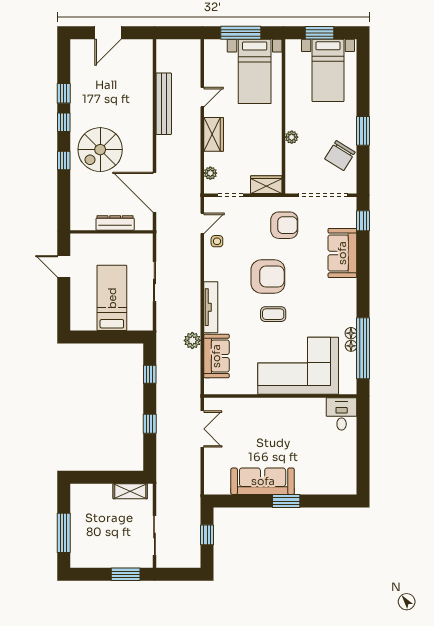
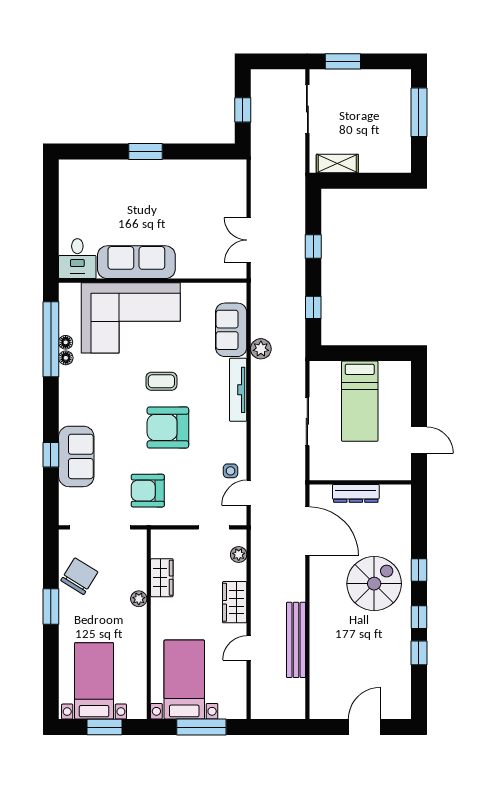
wardrobe: (266, 185) -> (162, 578), moved, turned -90
window: (363, 221) -> (51, 455), moved
sofa: (263, 481) -> (136, 262), moved, turned 180

